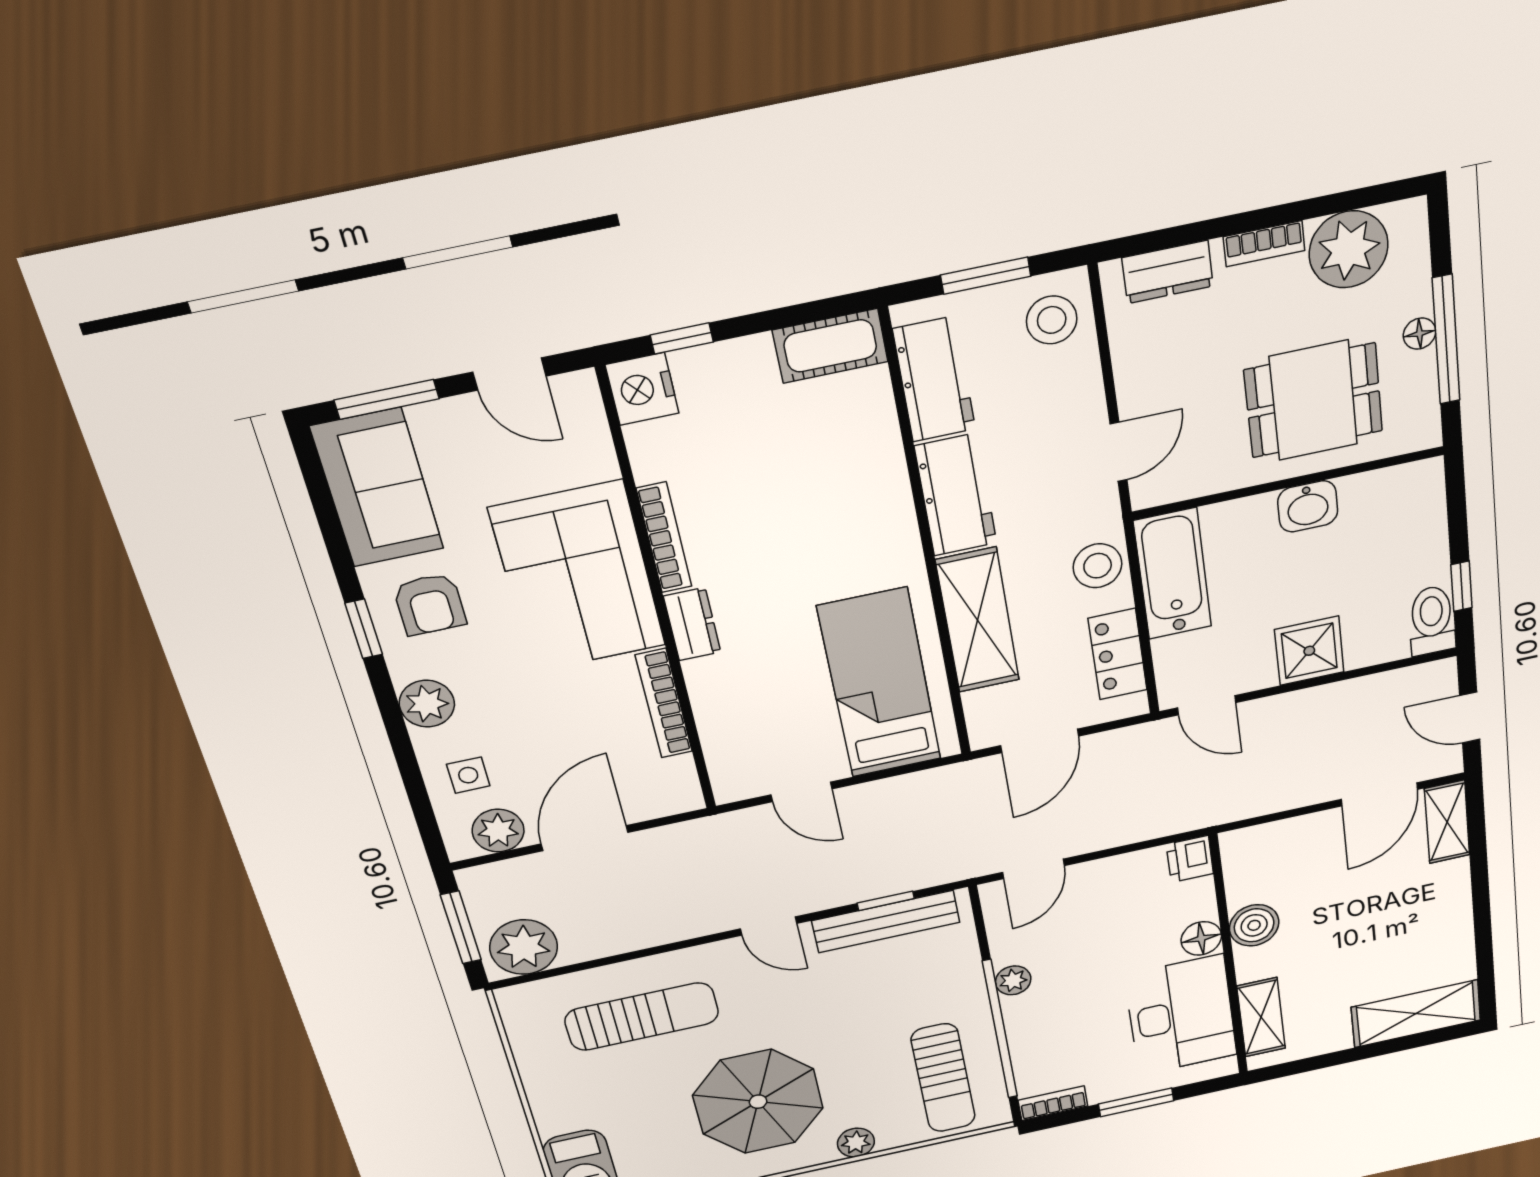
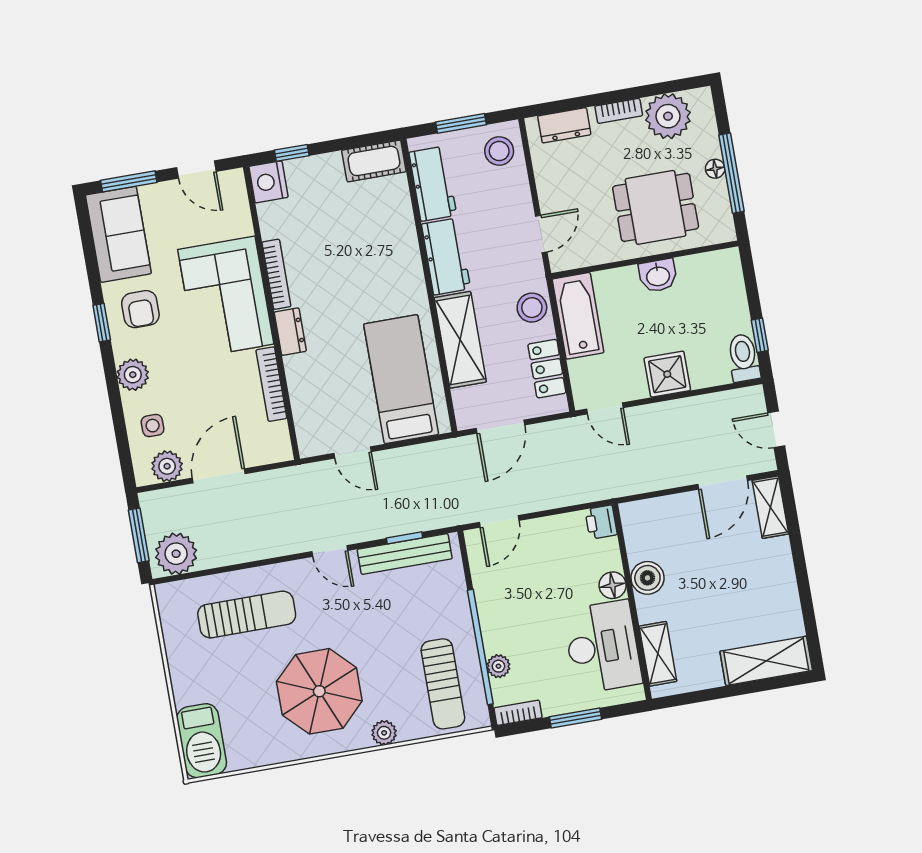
plant: (1013, 980) -> (498, 666), moved

